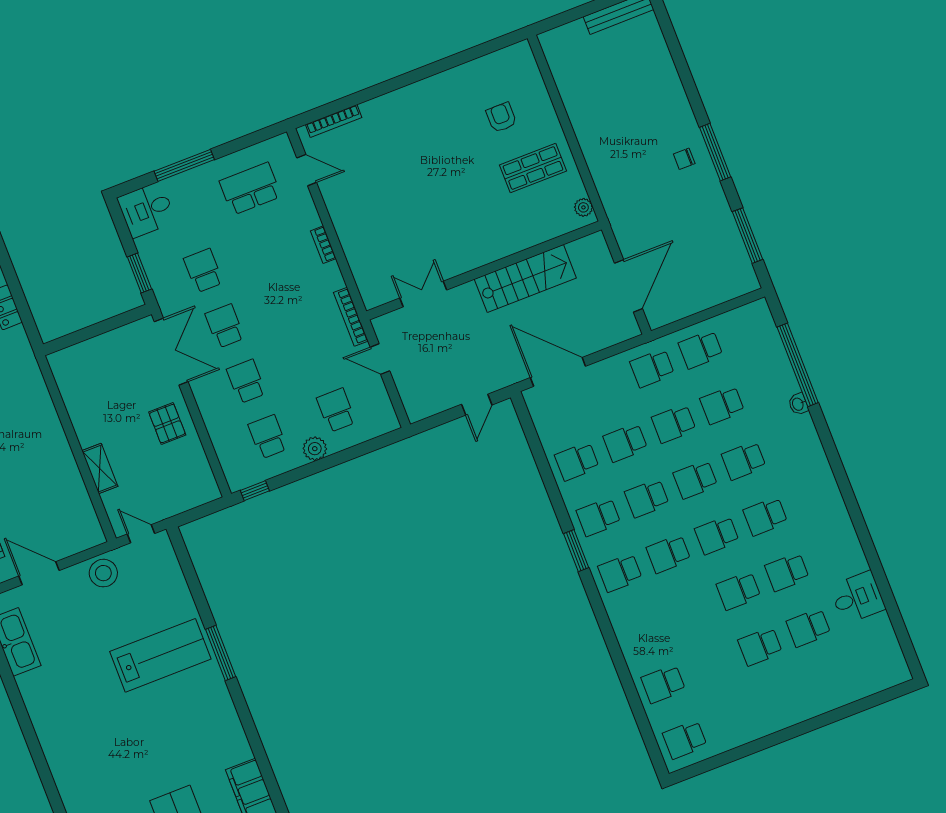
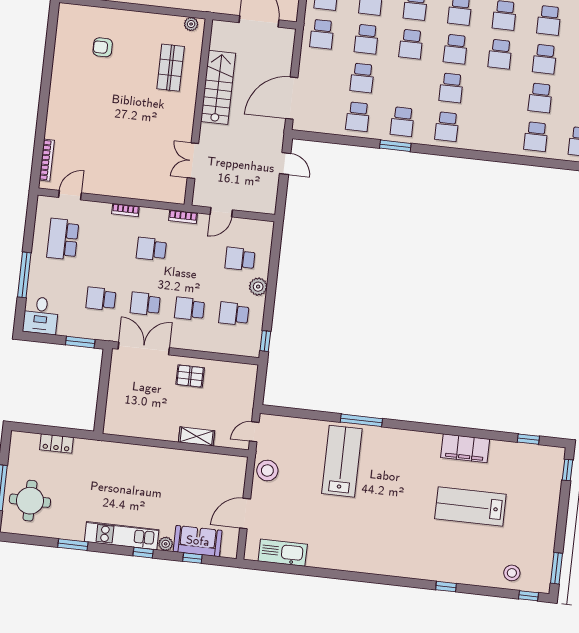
shop shelf: (533, 168) -> (171, 68), moved
school desk: (293, 299) -> (151, 249), added
bookcase: (351, 317) -> (183, 217), width x0.64
school desk: (647, 498) -> (540, 98), moved
window: (576, 551) -> (395, 146), moved

